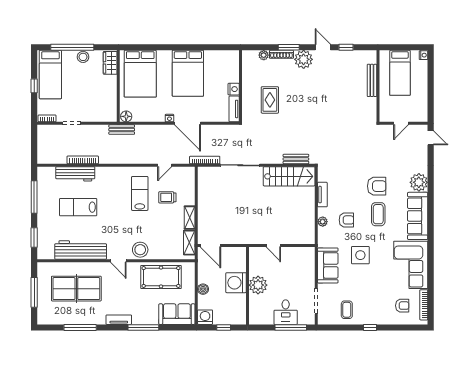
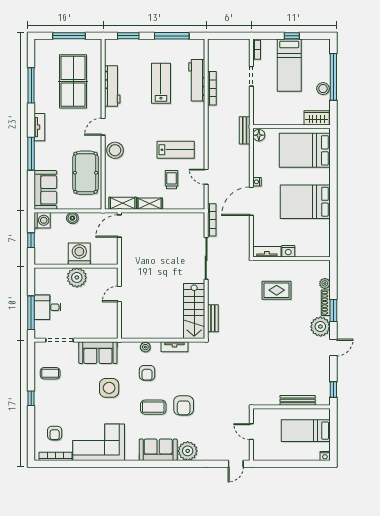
window: (346, 47) -> (333, 389), moved
bed: (50, 75) -> (289, 65), moved, turned -90
sofa: (418, 216) -> (158, 450), width x0.73
workbench: (81, 250) -> (112, 86), width x0.73, depth x0.76

